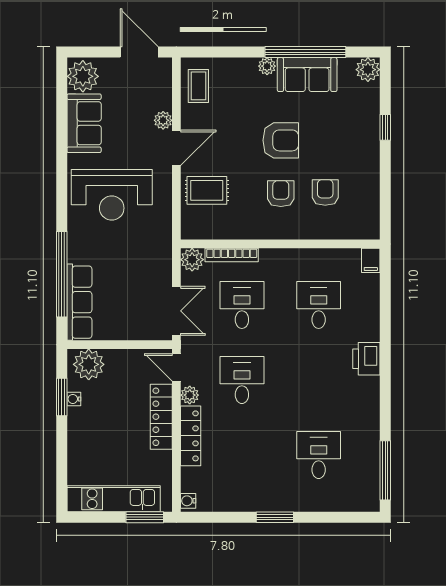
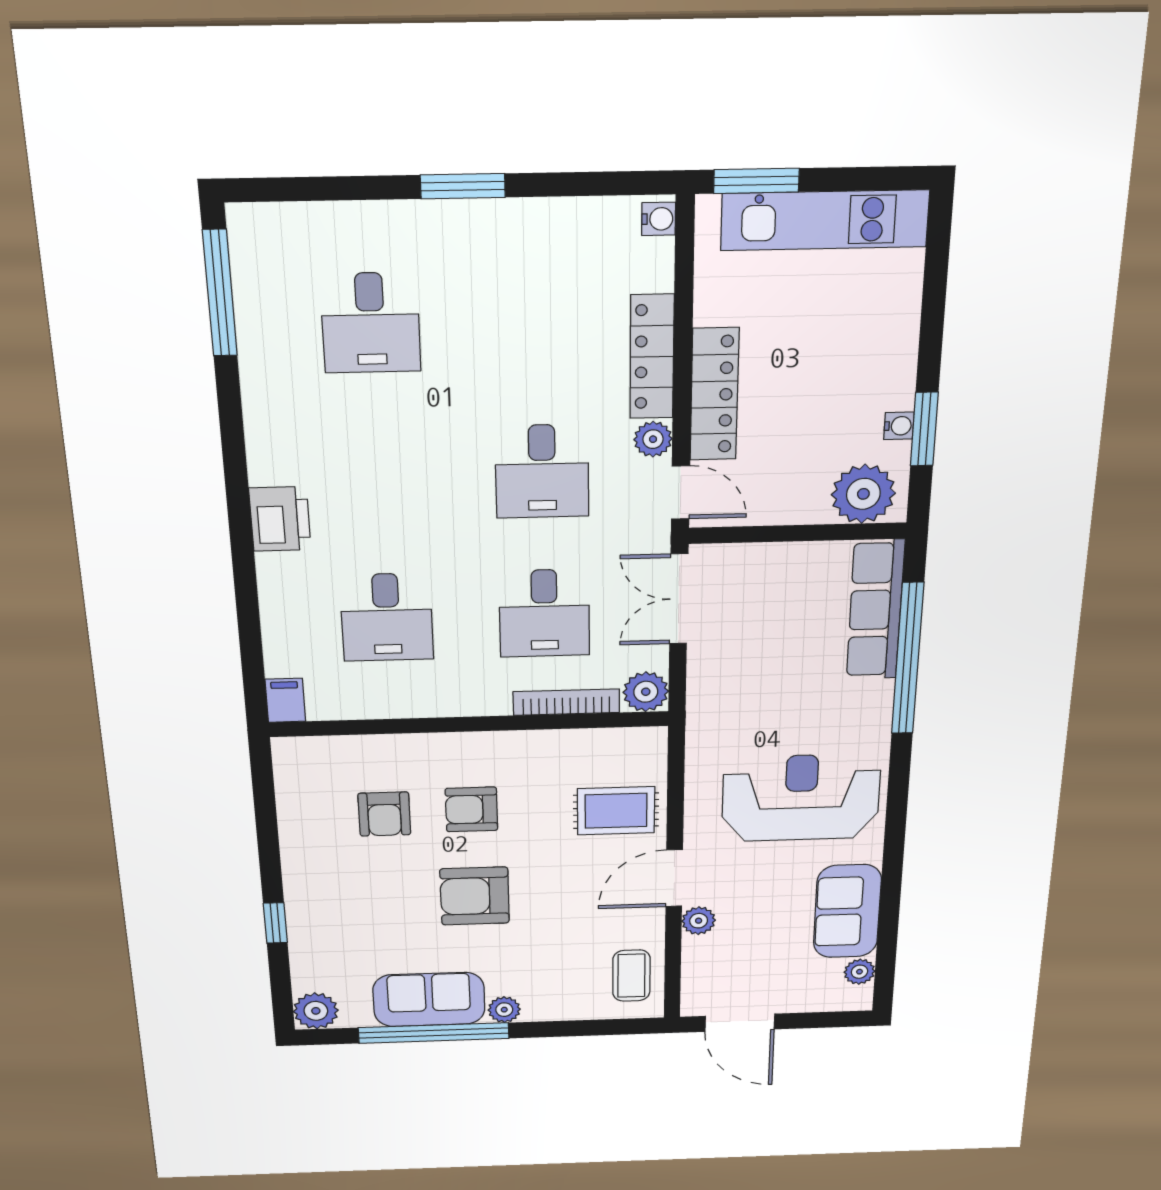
plant: (83, 76) -> (859, 972), width x0.53, depth x0.53
armchair: (281, 194) -> (471, 809), turned 90

